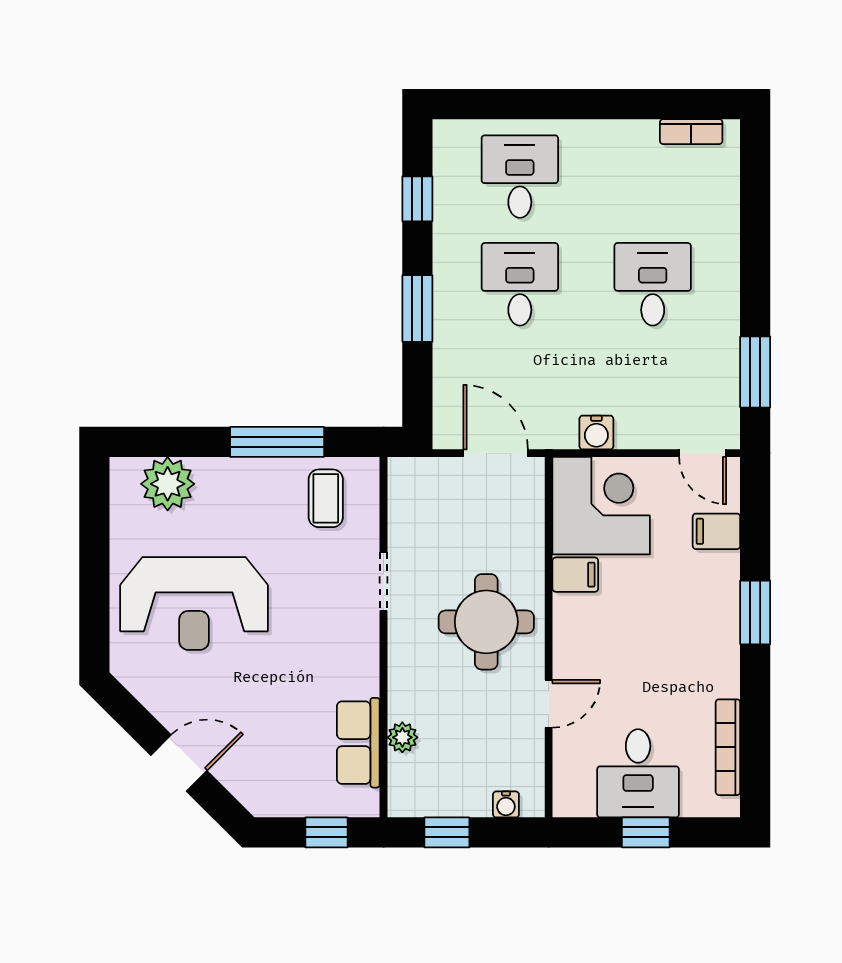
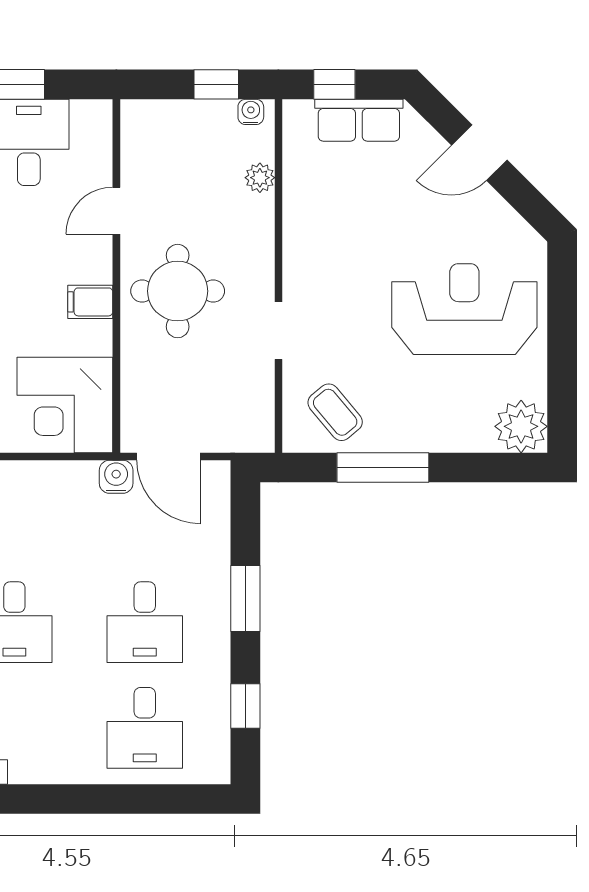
water cooler: (596, 433) -> (116, 477), moved
plant: (168, 484) -> (521, 426), moved
coffee table: (326, 498) -> (335, 412), turned -40
filing cabinet: (575, 575) -> (90, 302), moved
row of seats: (358, 743) -> (359, 120), moved, turned 90
water cooler: (506, 804) -> (251, 112), moved

